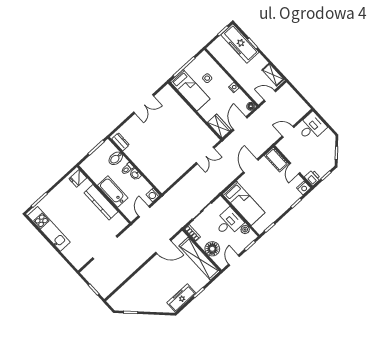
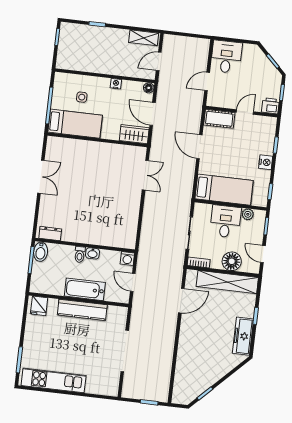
freezer: (240, 44) -> (85, 35), removed
bidet: (116, 158) -> (41, 252), moved
door: (295, 168) -> (245, 112), swing flipped
nightstand: (304, 188) -> (266, 162), moved

